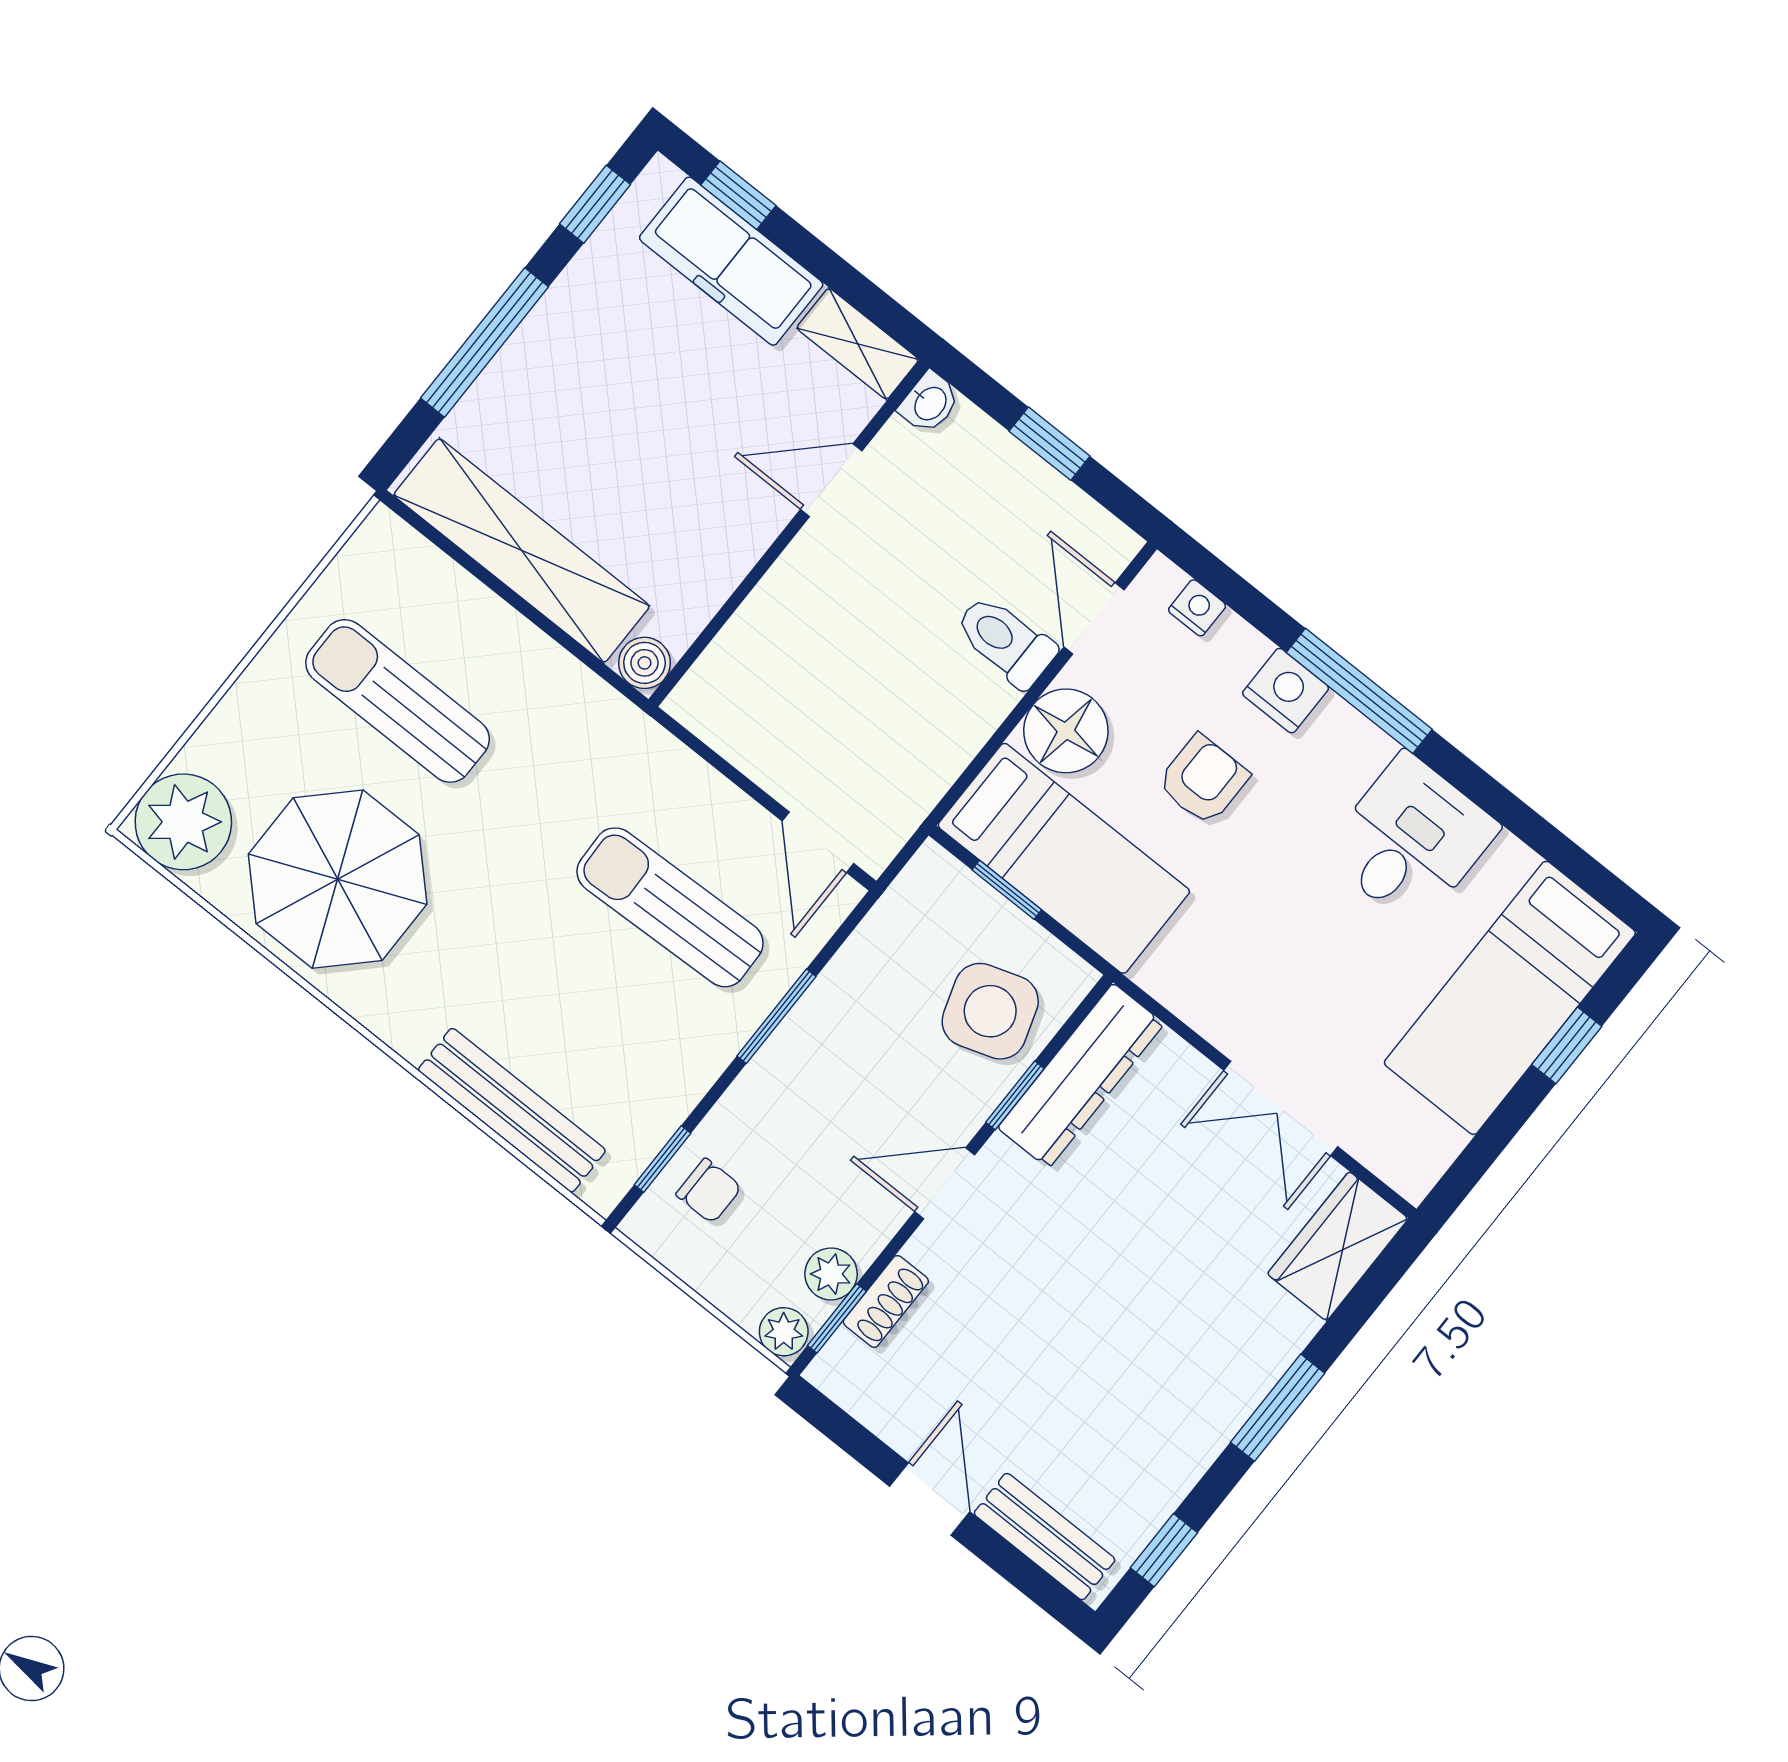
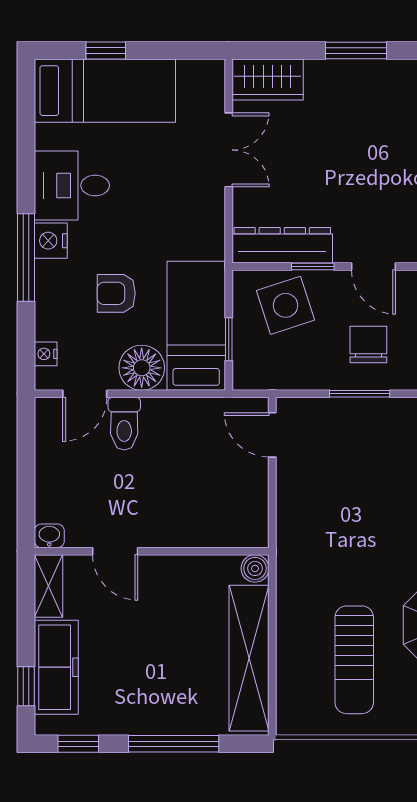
window: (1050, 444) -> (26, 471), removed
nightstand: (1286, 691) -> (51, 241), moved
door: (818, 842) -> (272, 435), swing flipped
sun lounger: (670, 907) -> (350, 475), removed
chair: (838, 1086) -> (368, 344), added

